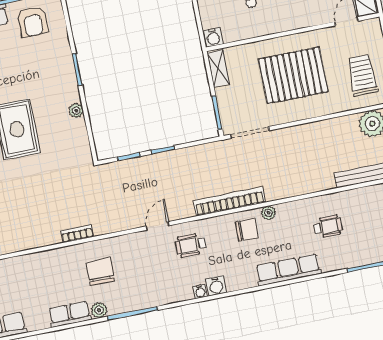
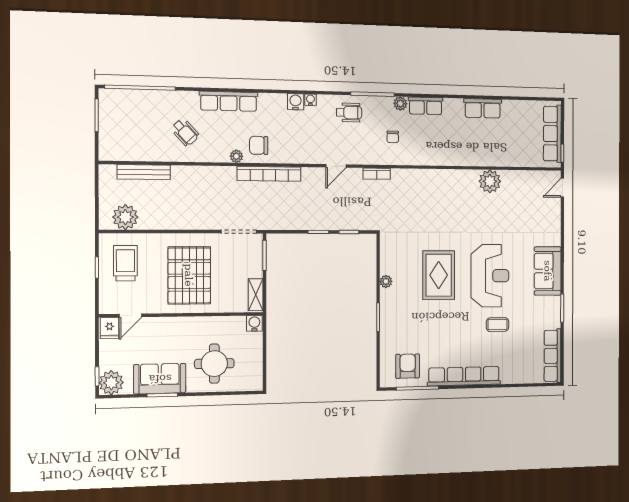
pallet: (293, 75) -> (189, 275), turned 90
trolley: (363, 75) -> (125, 263), turned 180
wheelchair: (328, 226) -> (185, 132), turned -133
bookcase: (77, 234) -> (377, 174), moved
wheelchair: (191, 245) -> (349, 112), moved
chair: (100, 271) -> (393, 137), width x0.54, depth x0.54

